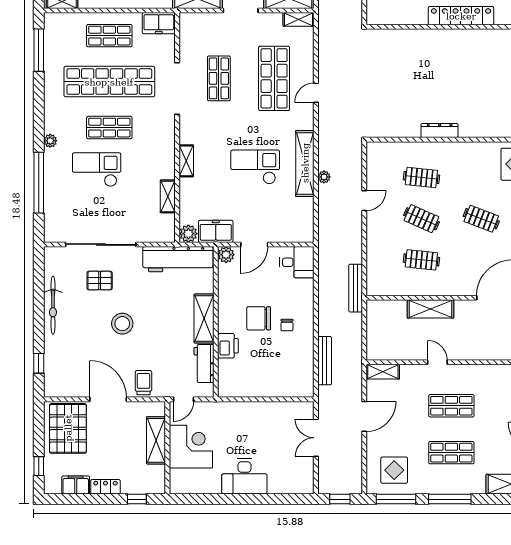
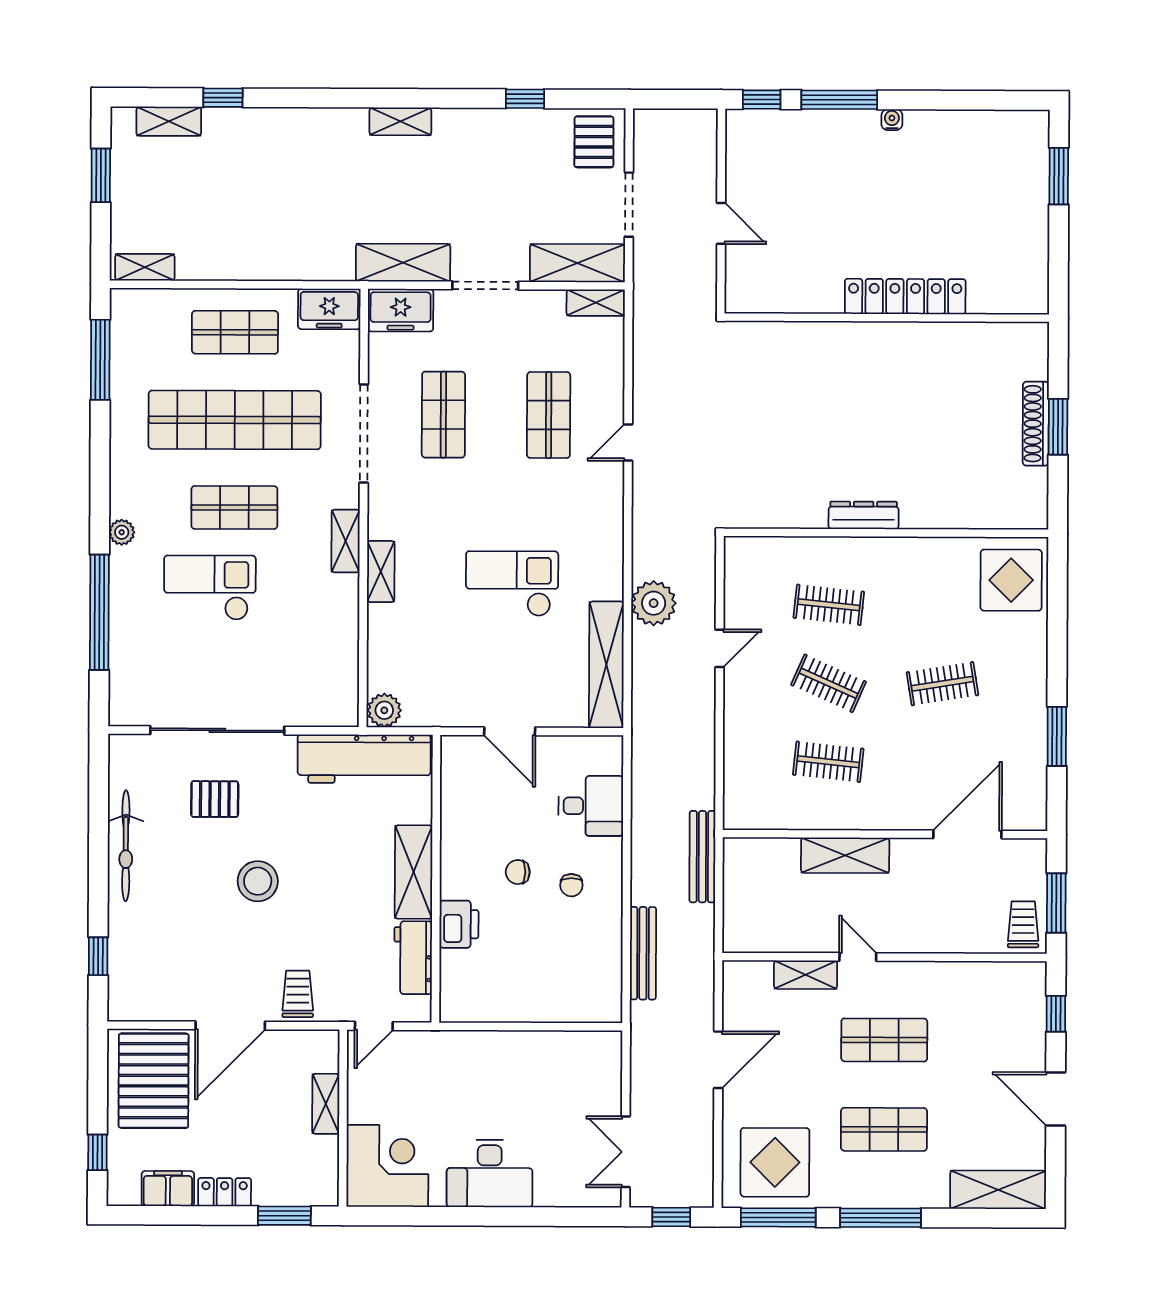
shop shelf: (274, 78) -> (549, 415), width x0.70, depth x0.74
shelving: (305, 163) -> (606, 665), moved
plant: (324, 177) -> (654, 603), width x1.88, depth x1.88
shelving: (168, 196) -> (346, 541), moved
clothes rail: (481, 219) -> (942, 684), turned -30
freezer: (216, 231) -> (401, 310), moved, turned 180
door: (254, 244) -> (510, 731), hinge flipped
plant: (226, 255) -> (456, 751), removed
desk: (297, 262) -> (591, 806), moved
bench: (356, 288) -> (702, 857), moved
chair: (259, 318) -> (518, 872), width x0.54, depth x0.54
shelving: (383, 372) -> (806, 975), moved
door: (108, 399) -> (230, 1026), swing flipped
double door: (316, 438) -> (626, 1152), moved
shelving: (156, 440) -> (326, 1104), width x0.67, depth x0.75
corner desk: (191, 447) -> (387, 1166), moved
display table: (394, 470) -> (775, 1162), width x1.36, depth x1.36
window: (137, 499) -> (284, 1216), width x1.50

